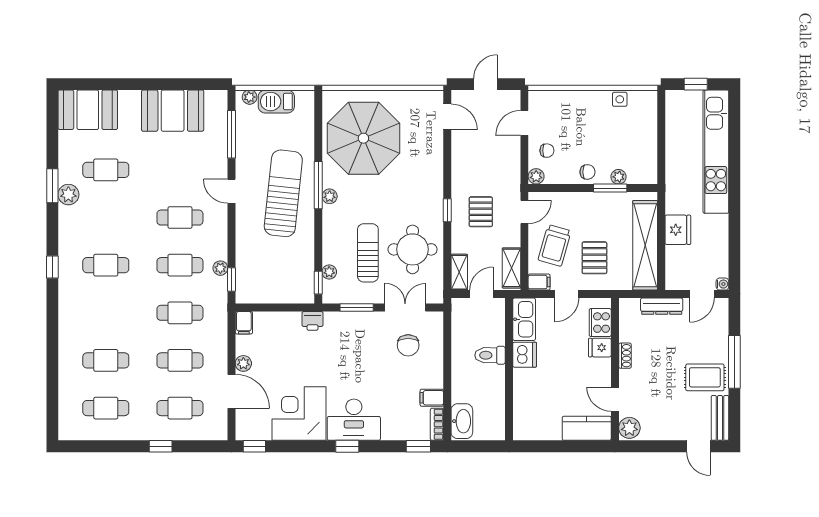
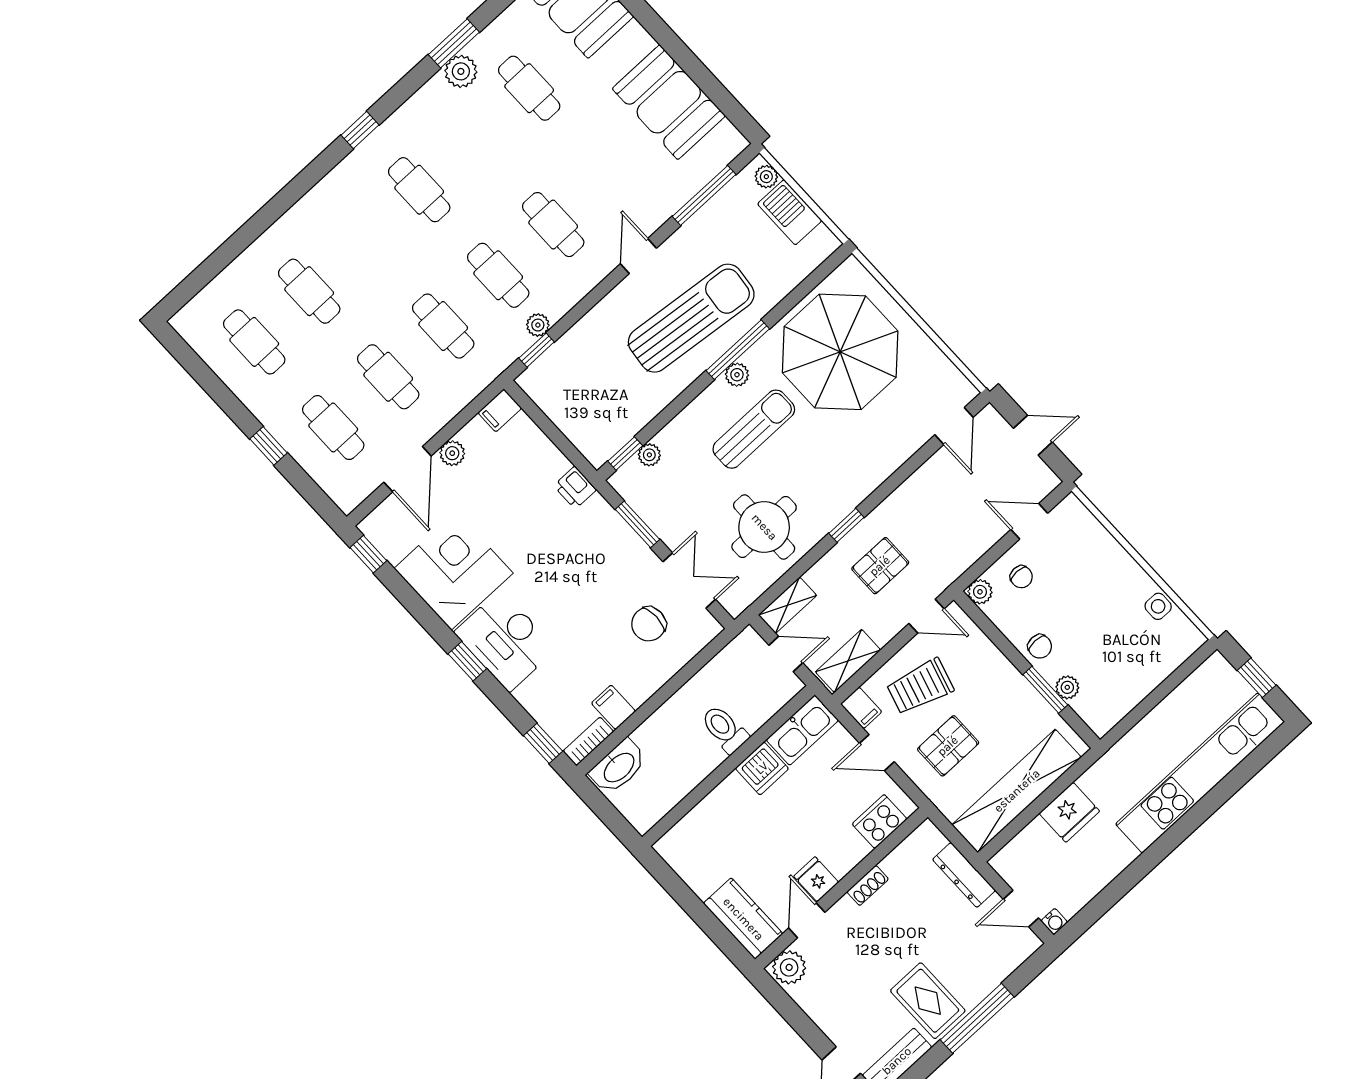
sun lounger: (368, 253) -> (754, 429), moved
fridge: (600, 348) -> (816, 879), moved

